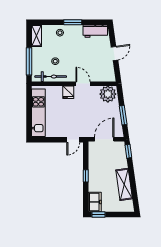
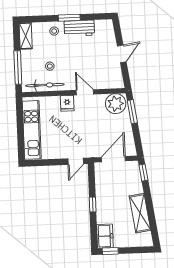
workbench: (95, 31) -> (79, 28), moved
window: (123, 115) -> (132, 112), moved

